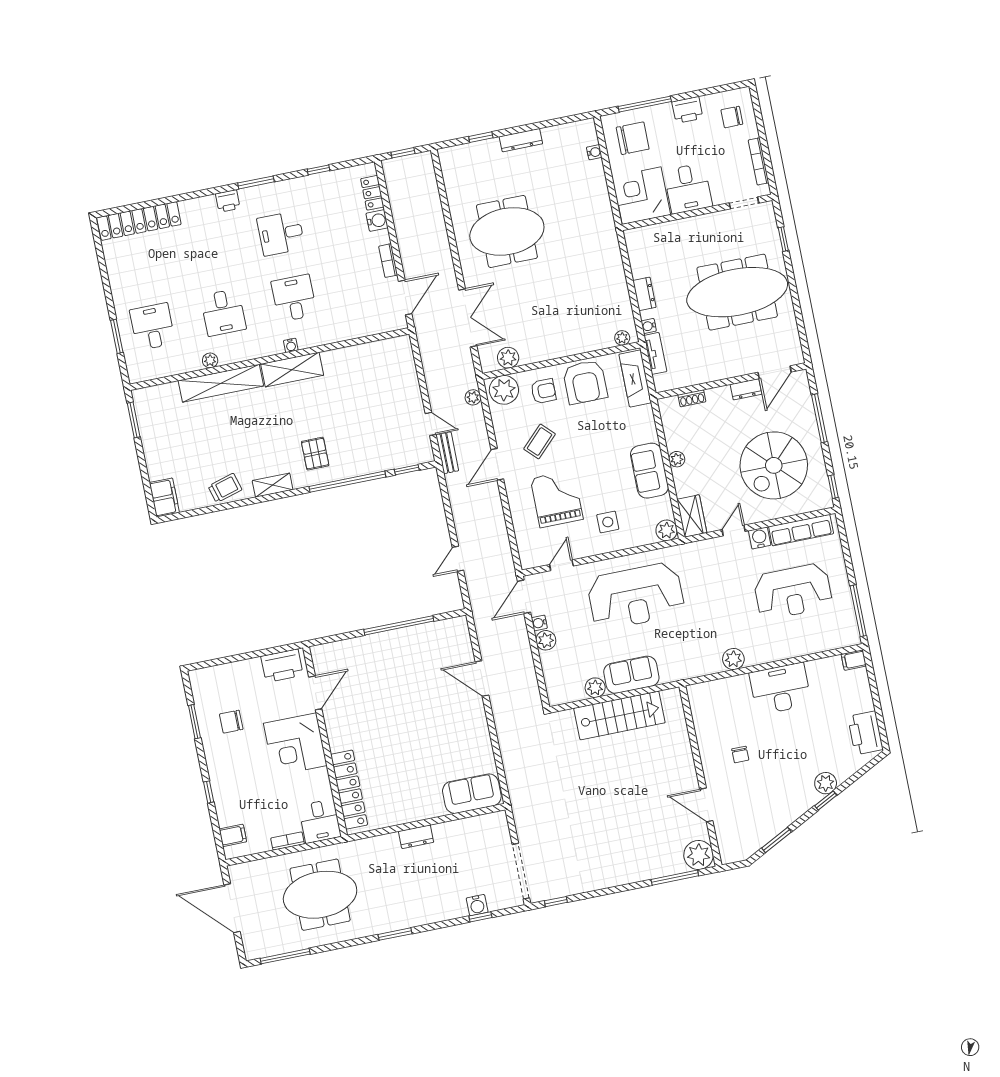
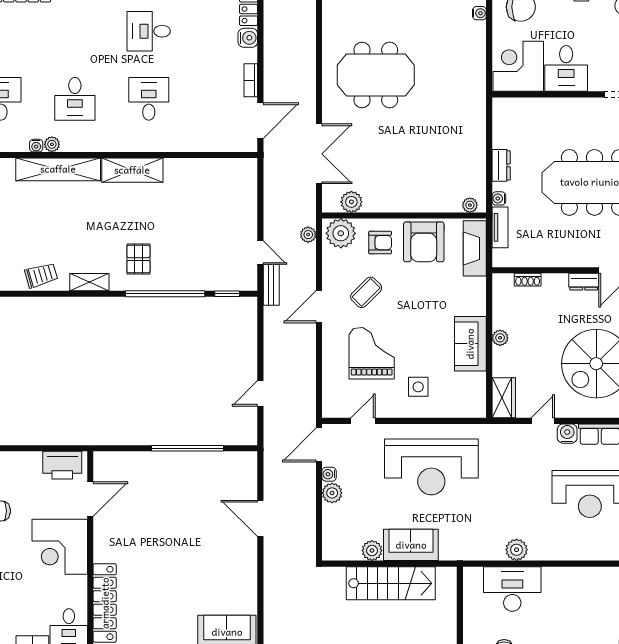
water cooler: (291, 345) -> (36, 146), moved
plant: (667, 530) -> (475, 407), removed
desk: (780, 689) -> (512, 589), moved

